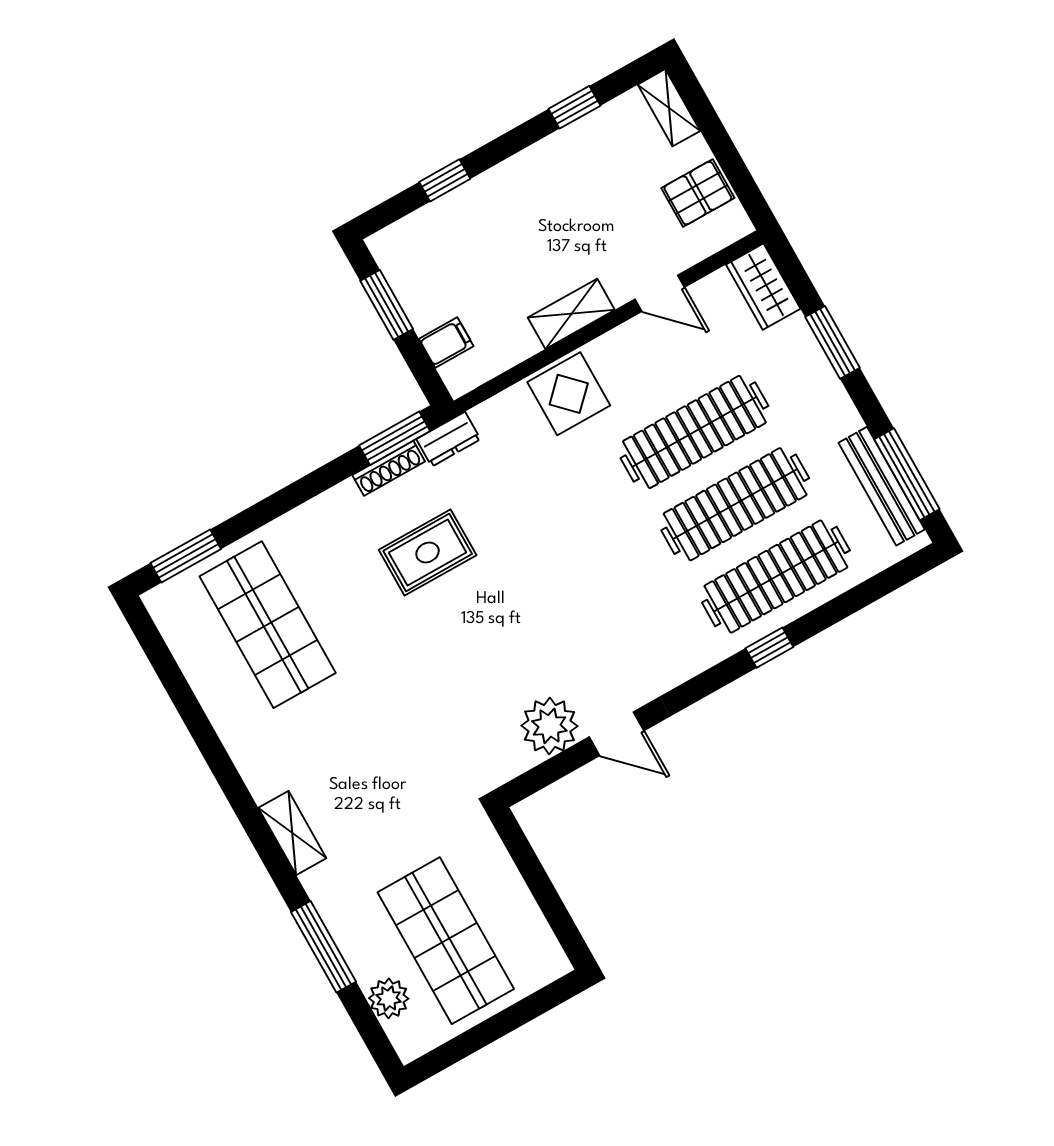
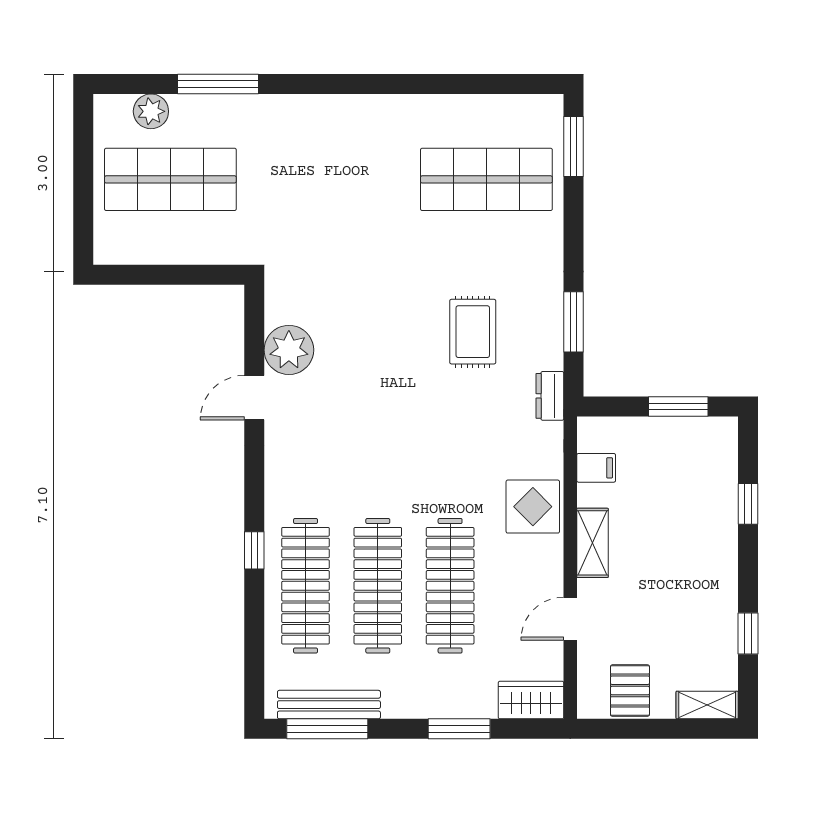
filing cabinet: (446, 342) -> (596, 468), moved, turned -90
window: (395, 438) -> (574, 322), moved
shoe rack: (389, 468) -> (553, 338), removed
shelving: (292, 833) -> (318, 109), removed

